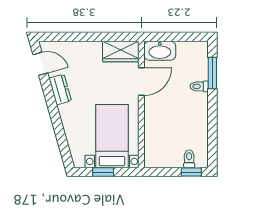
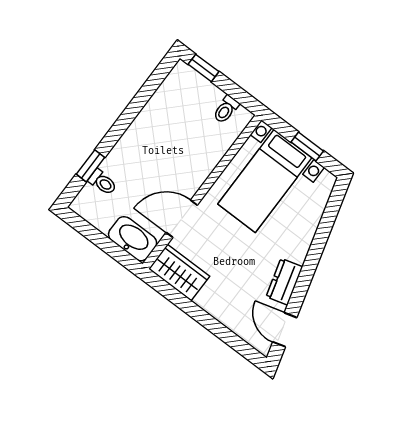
window: (212, 73) -> (91, 166), width x0.67
toilet: (199, 86) -> (103, 182), moved
toilet: (189, 159) -> (226, 109), moved

